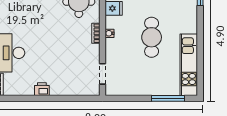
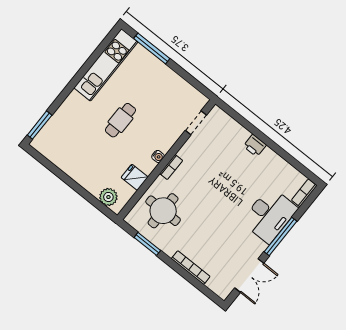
cafe table: (152, 37) -> (120, 120), width x0.73, depth x0.74
printer: (42, 89) -> (255, 146), moved

